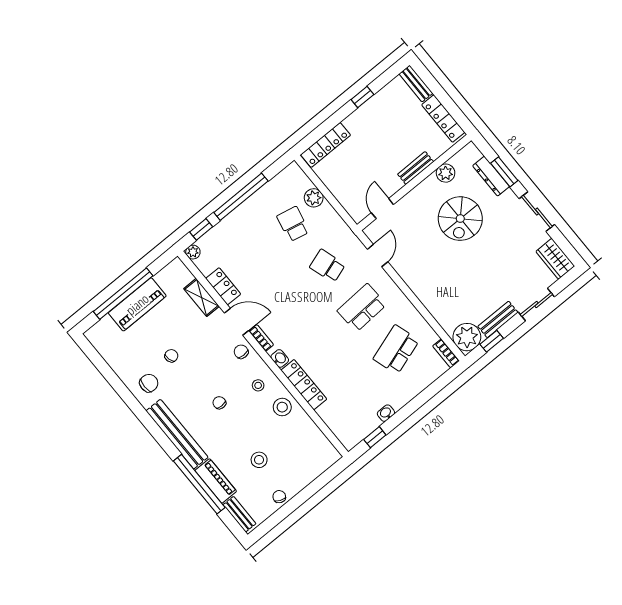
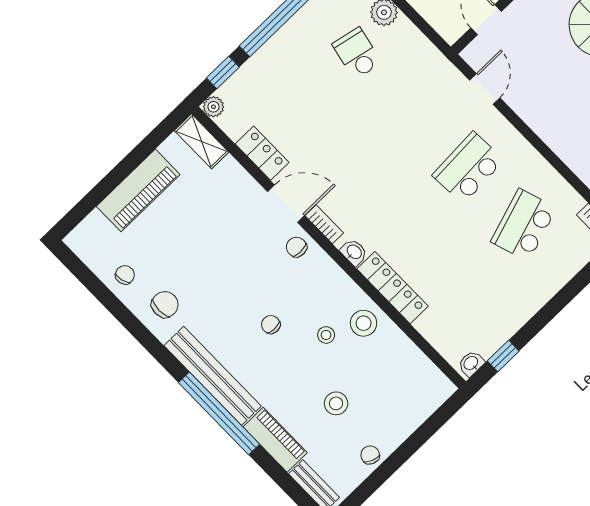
school desk: (327, 266) -> (413, 110), removed
window: (123, 294) -> (116, 176), removed
shelving: (202, 297) -> (201, 141), moved
chair: (171, 356) -> (125, 275), moved
stool: (258, 385) -> (326, 335), moved
washbasin: (386, 413) -> (471, 363), moved
window: (199, 484) -> (219, 413), moved

